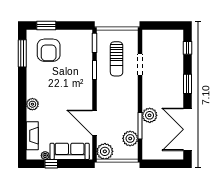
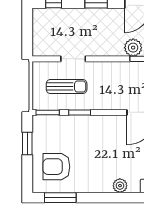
window: (46, 25) -> (27, 143), moved
armchair: (49, 50) -> (56, 167), turned 180

